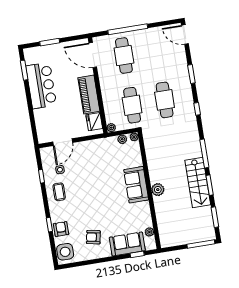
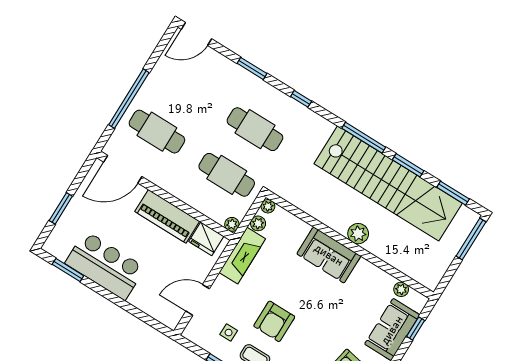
door: (63, 142) -> (198, 300), swing flipped
fireplace: (101, 145) -> (242, 256), added
stairs: (198, 183) -> (388, 183), width x1.86, depth x1.51
armchair: (84, 186) -> (274, 321), added

